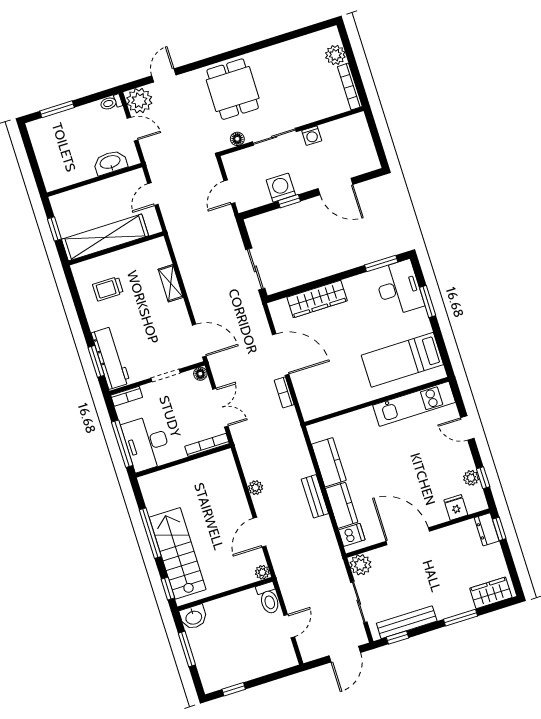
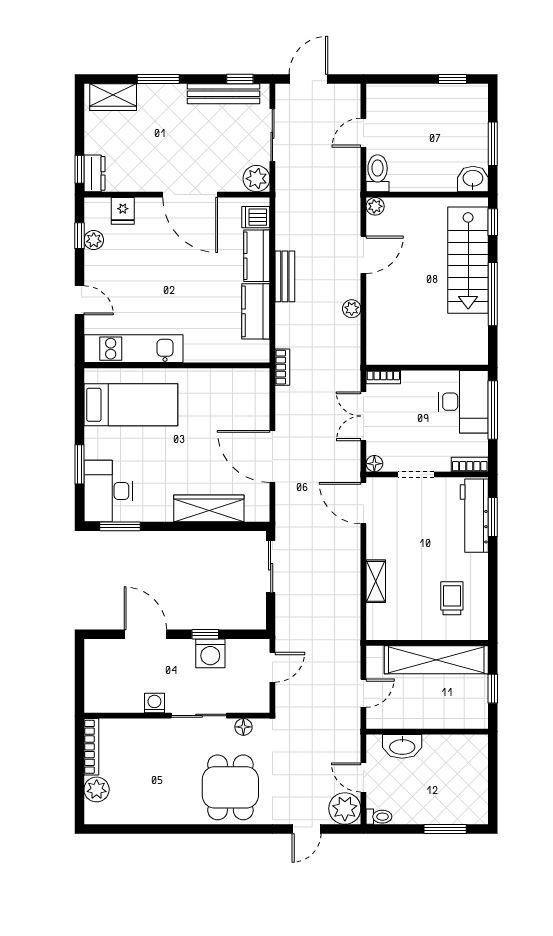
trolley: (108, 289) -> (452, 598), turned -90
bookcase: (284, 392) -> (282, 367), moved
bookcase: (207, 445) -> (383, 377), width x0.64

